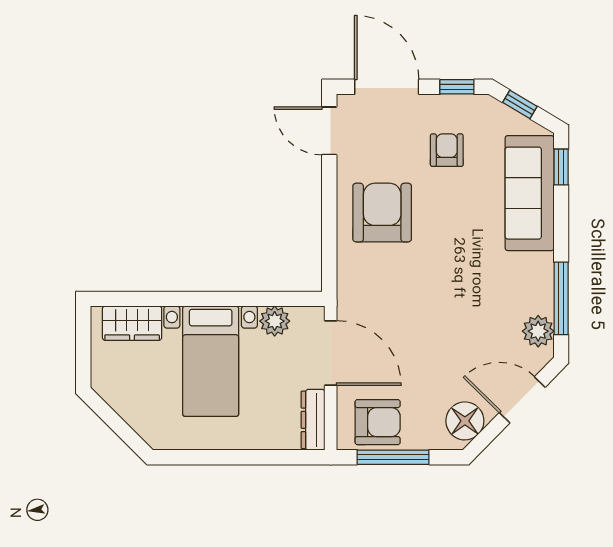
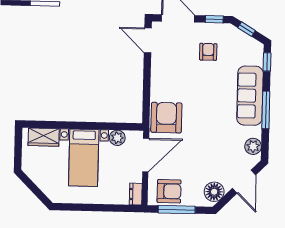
sofa: (530, 193) -> (250, 96), moved
armchair: (382, 213) -> (166, 118), moved
window: (561, 298) -> (266, 110), moved
door: (331, 353) -> (146, 155), hinge flipped
door: (522, 400) -> (244, 182), swing flipped
dresser: (313, 420) -> (136, 194), width x0.70

